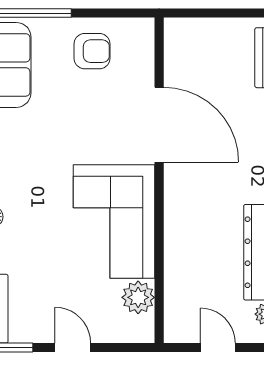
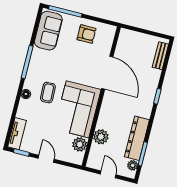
coffee table: (40, 201) -> (48, 93), added
plant: (181, 269) -> (101, 137), added

